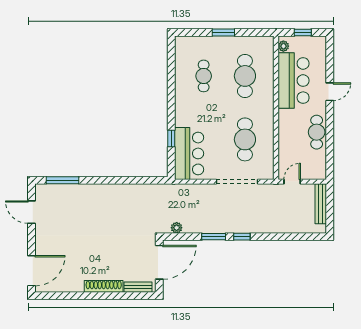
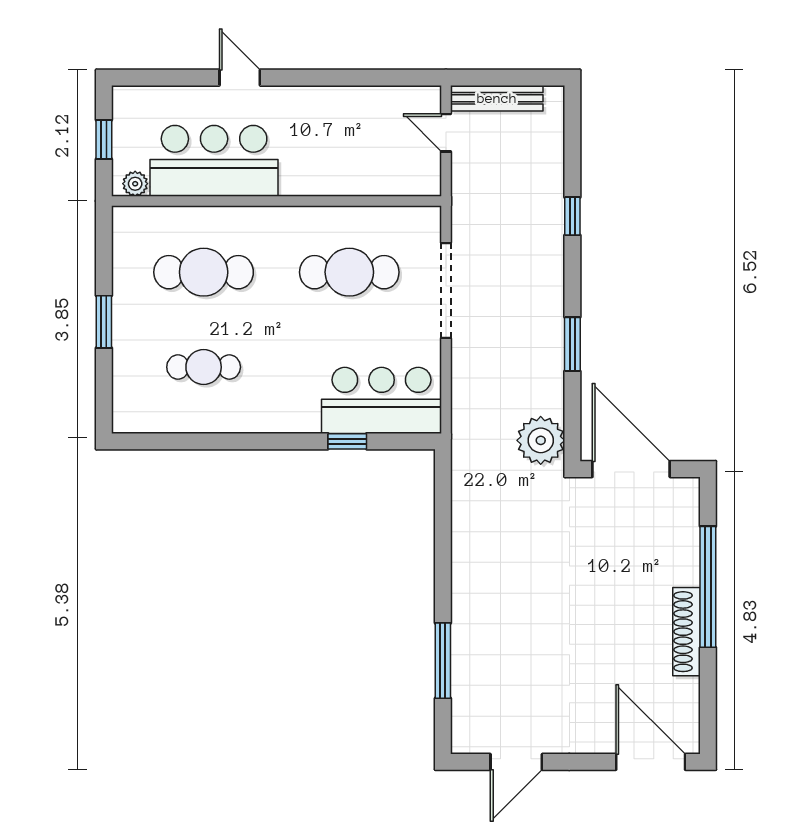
cafe table: (317, 132) -> (332, 108), removed
window: (62, 180) -> (443, 661), moved
door: (292, 182) -> (446, 133), moved
plant: (177, 228) -> (541, 440), width x1.88, depth x1.88
window: (242, 237) -> (572, 216), moved
shoe rack: (104, 286) -> (687, 632), moved
bench: (138, 287) -> (688, 518), removed
window: (108, 296) -> (708, 587), added

